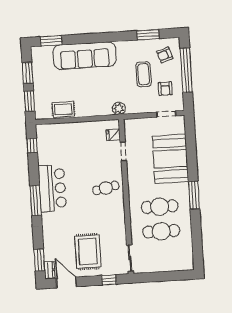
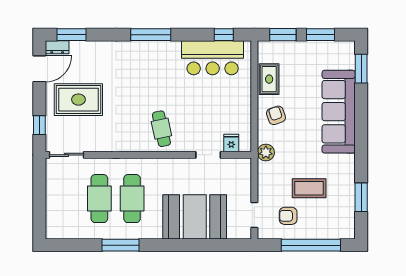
armchair: (165, 55) -> (276, 115), moved
bar counter: (52, 188) -> (213, 58), moved
window: (194, 195) -> (121, 245), moved

